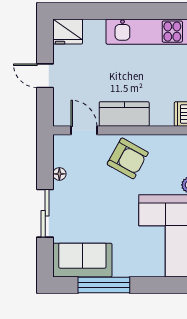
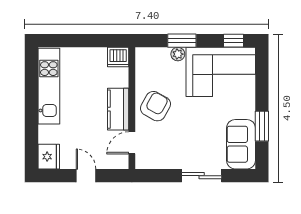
door: (45, 76) -> (86, 176), swing flipped
floor lamp: (59, 174) -> (169, 164), removed
window: (104, 285) -> (262, 126), width x0.69

